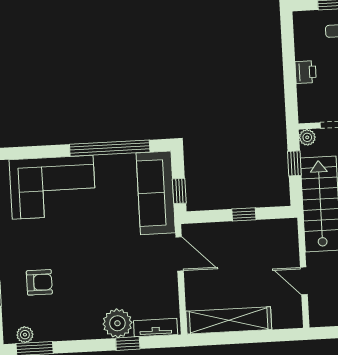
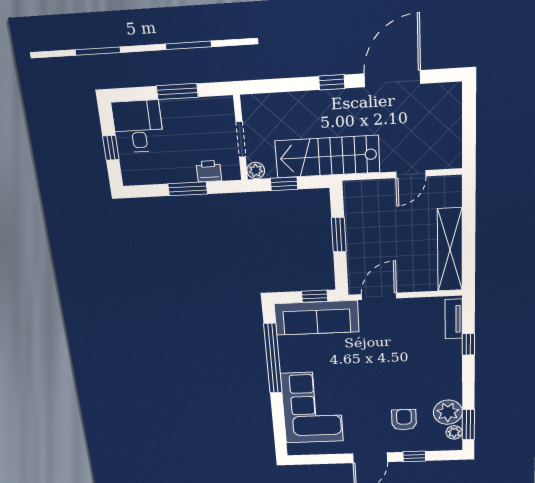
window: (289, 72) -> (188, 189), added
printer: (306, 72) -> (209, 171), moved
window: (244, 214) -> (339, 235), width x1.50
plant: (117, 323) -> (448, 412), moved

